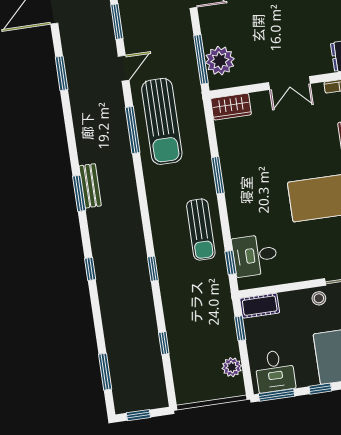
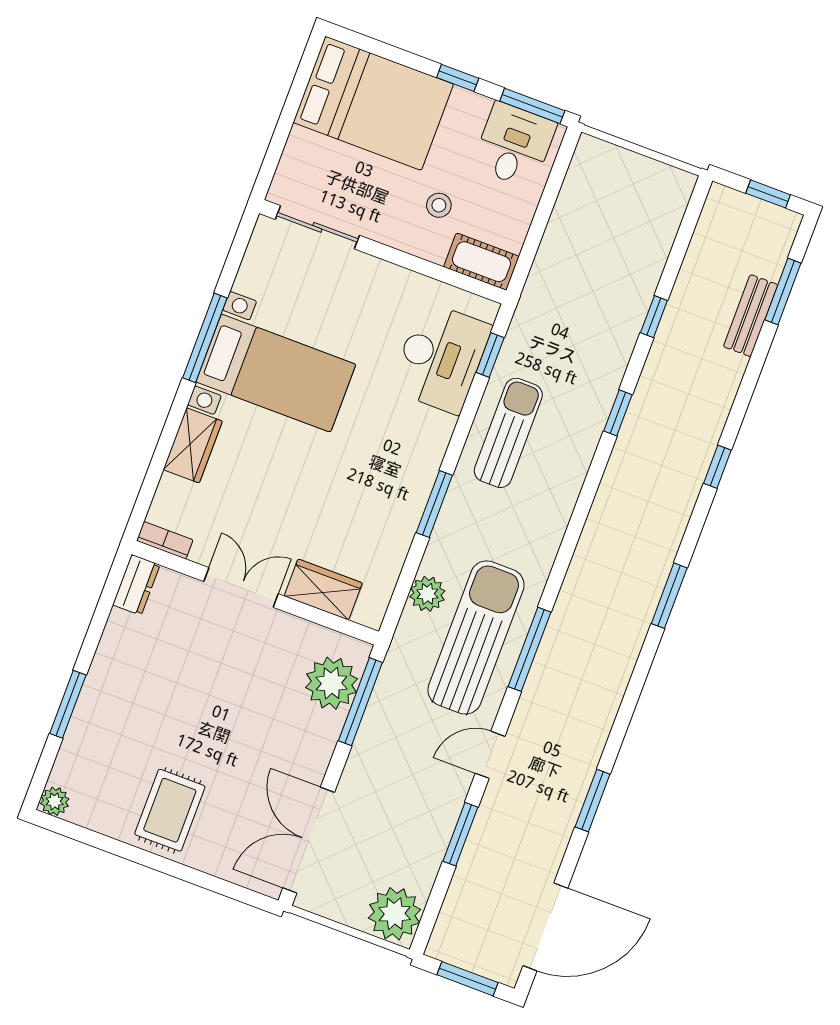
wardrobe: (231, 107) -> (323, 589), moved
bench: (90, 186) -> (751, 316), moved
desk: (255, 255) -> (441, 358), width x1.37
stool: (319, 298) -> (439, 205), moved
window: (240, 328) -> (532, 243), removed
window: (164, 343) -> (654, 317), moved
plant: (232, 367) -> (427, 594), moved

